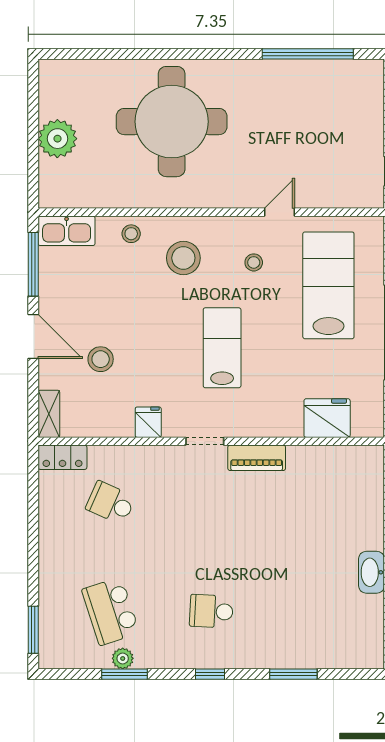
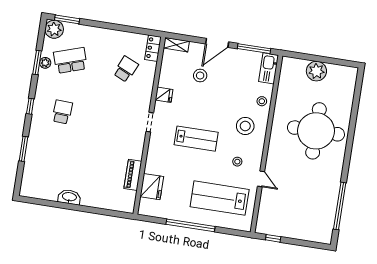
lab bench: (328, 285) -> (220, 198), turned 180
piano: (257, 458) -> (133, 175), moved
plant: (56, 651) -> (54, 29), added

